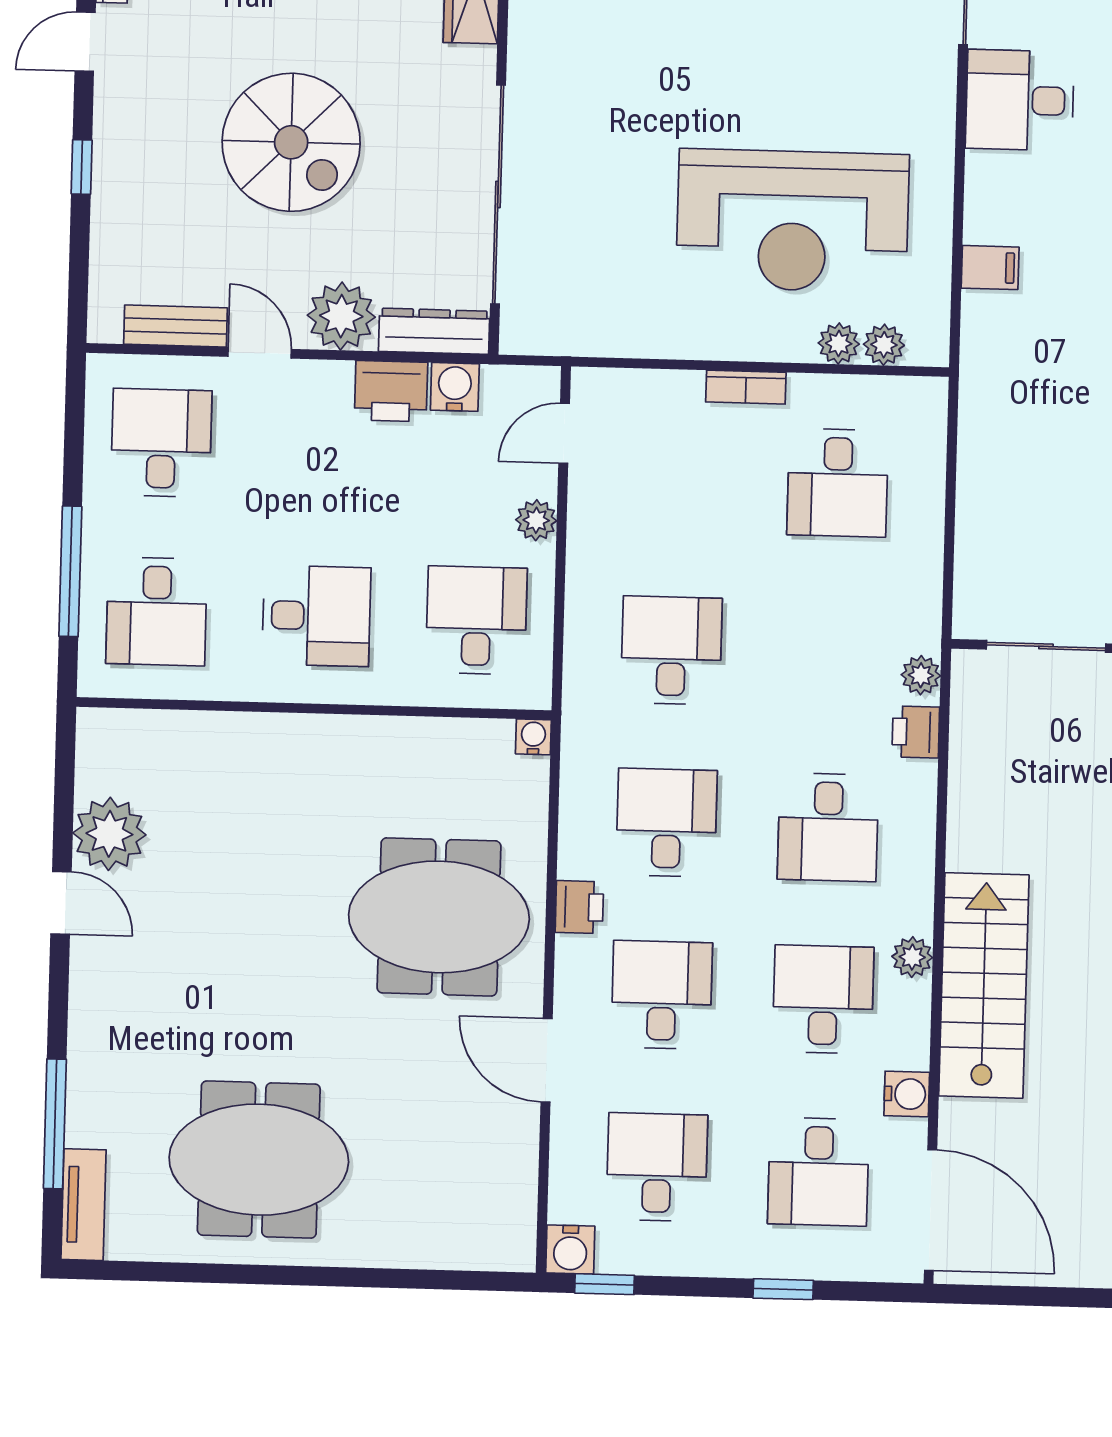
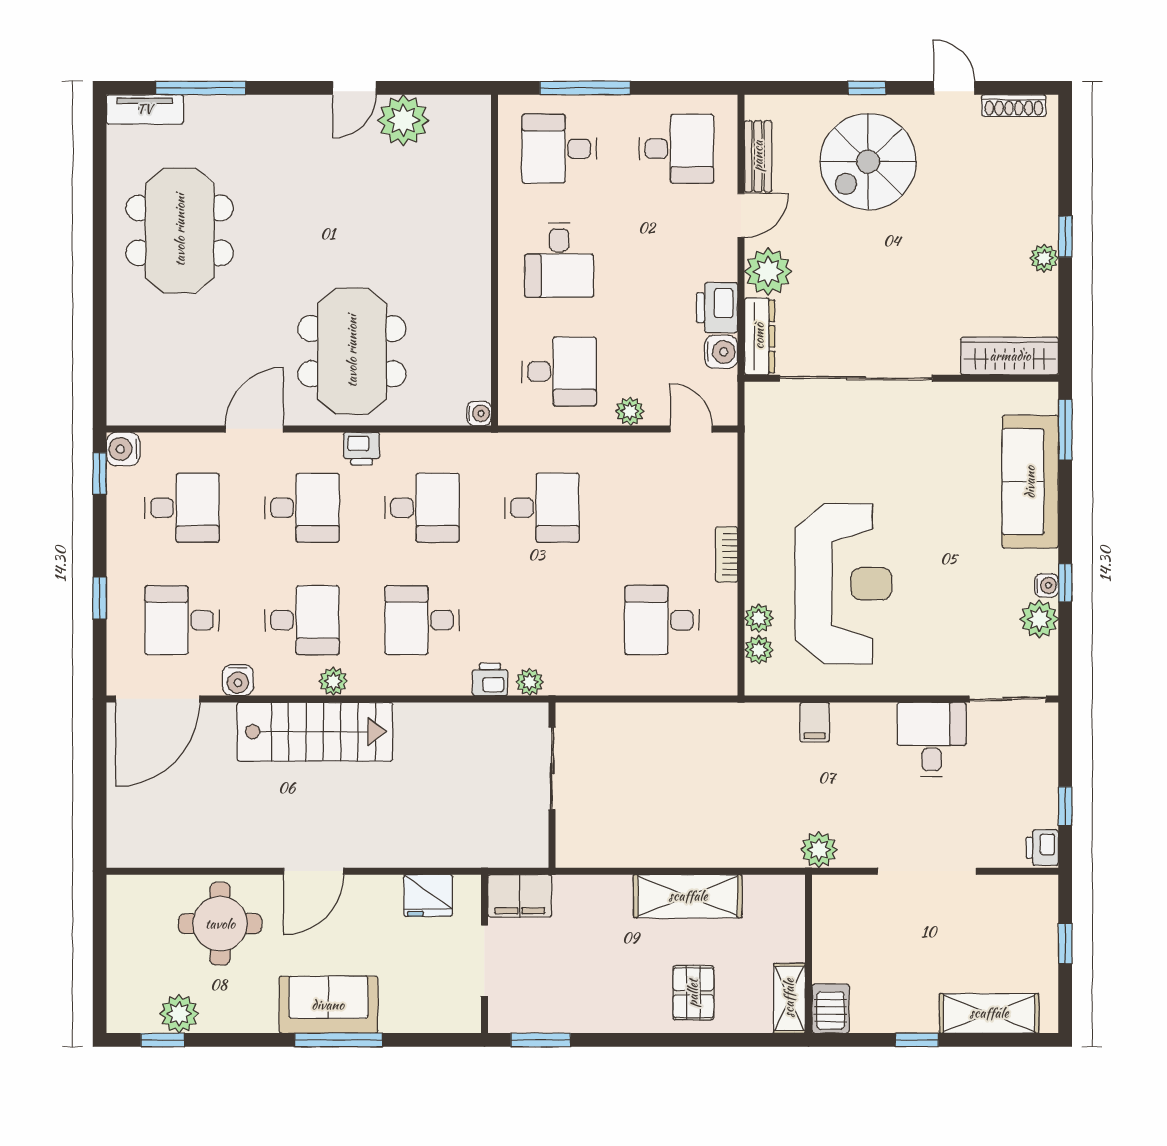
spiral stairs: (291, 142) -> (868, 162), moved
reception desk: (793, 221) -> (843, 584), turned 180

